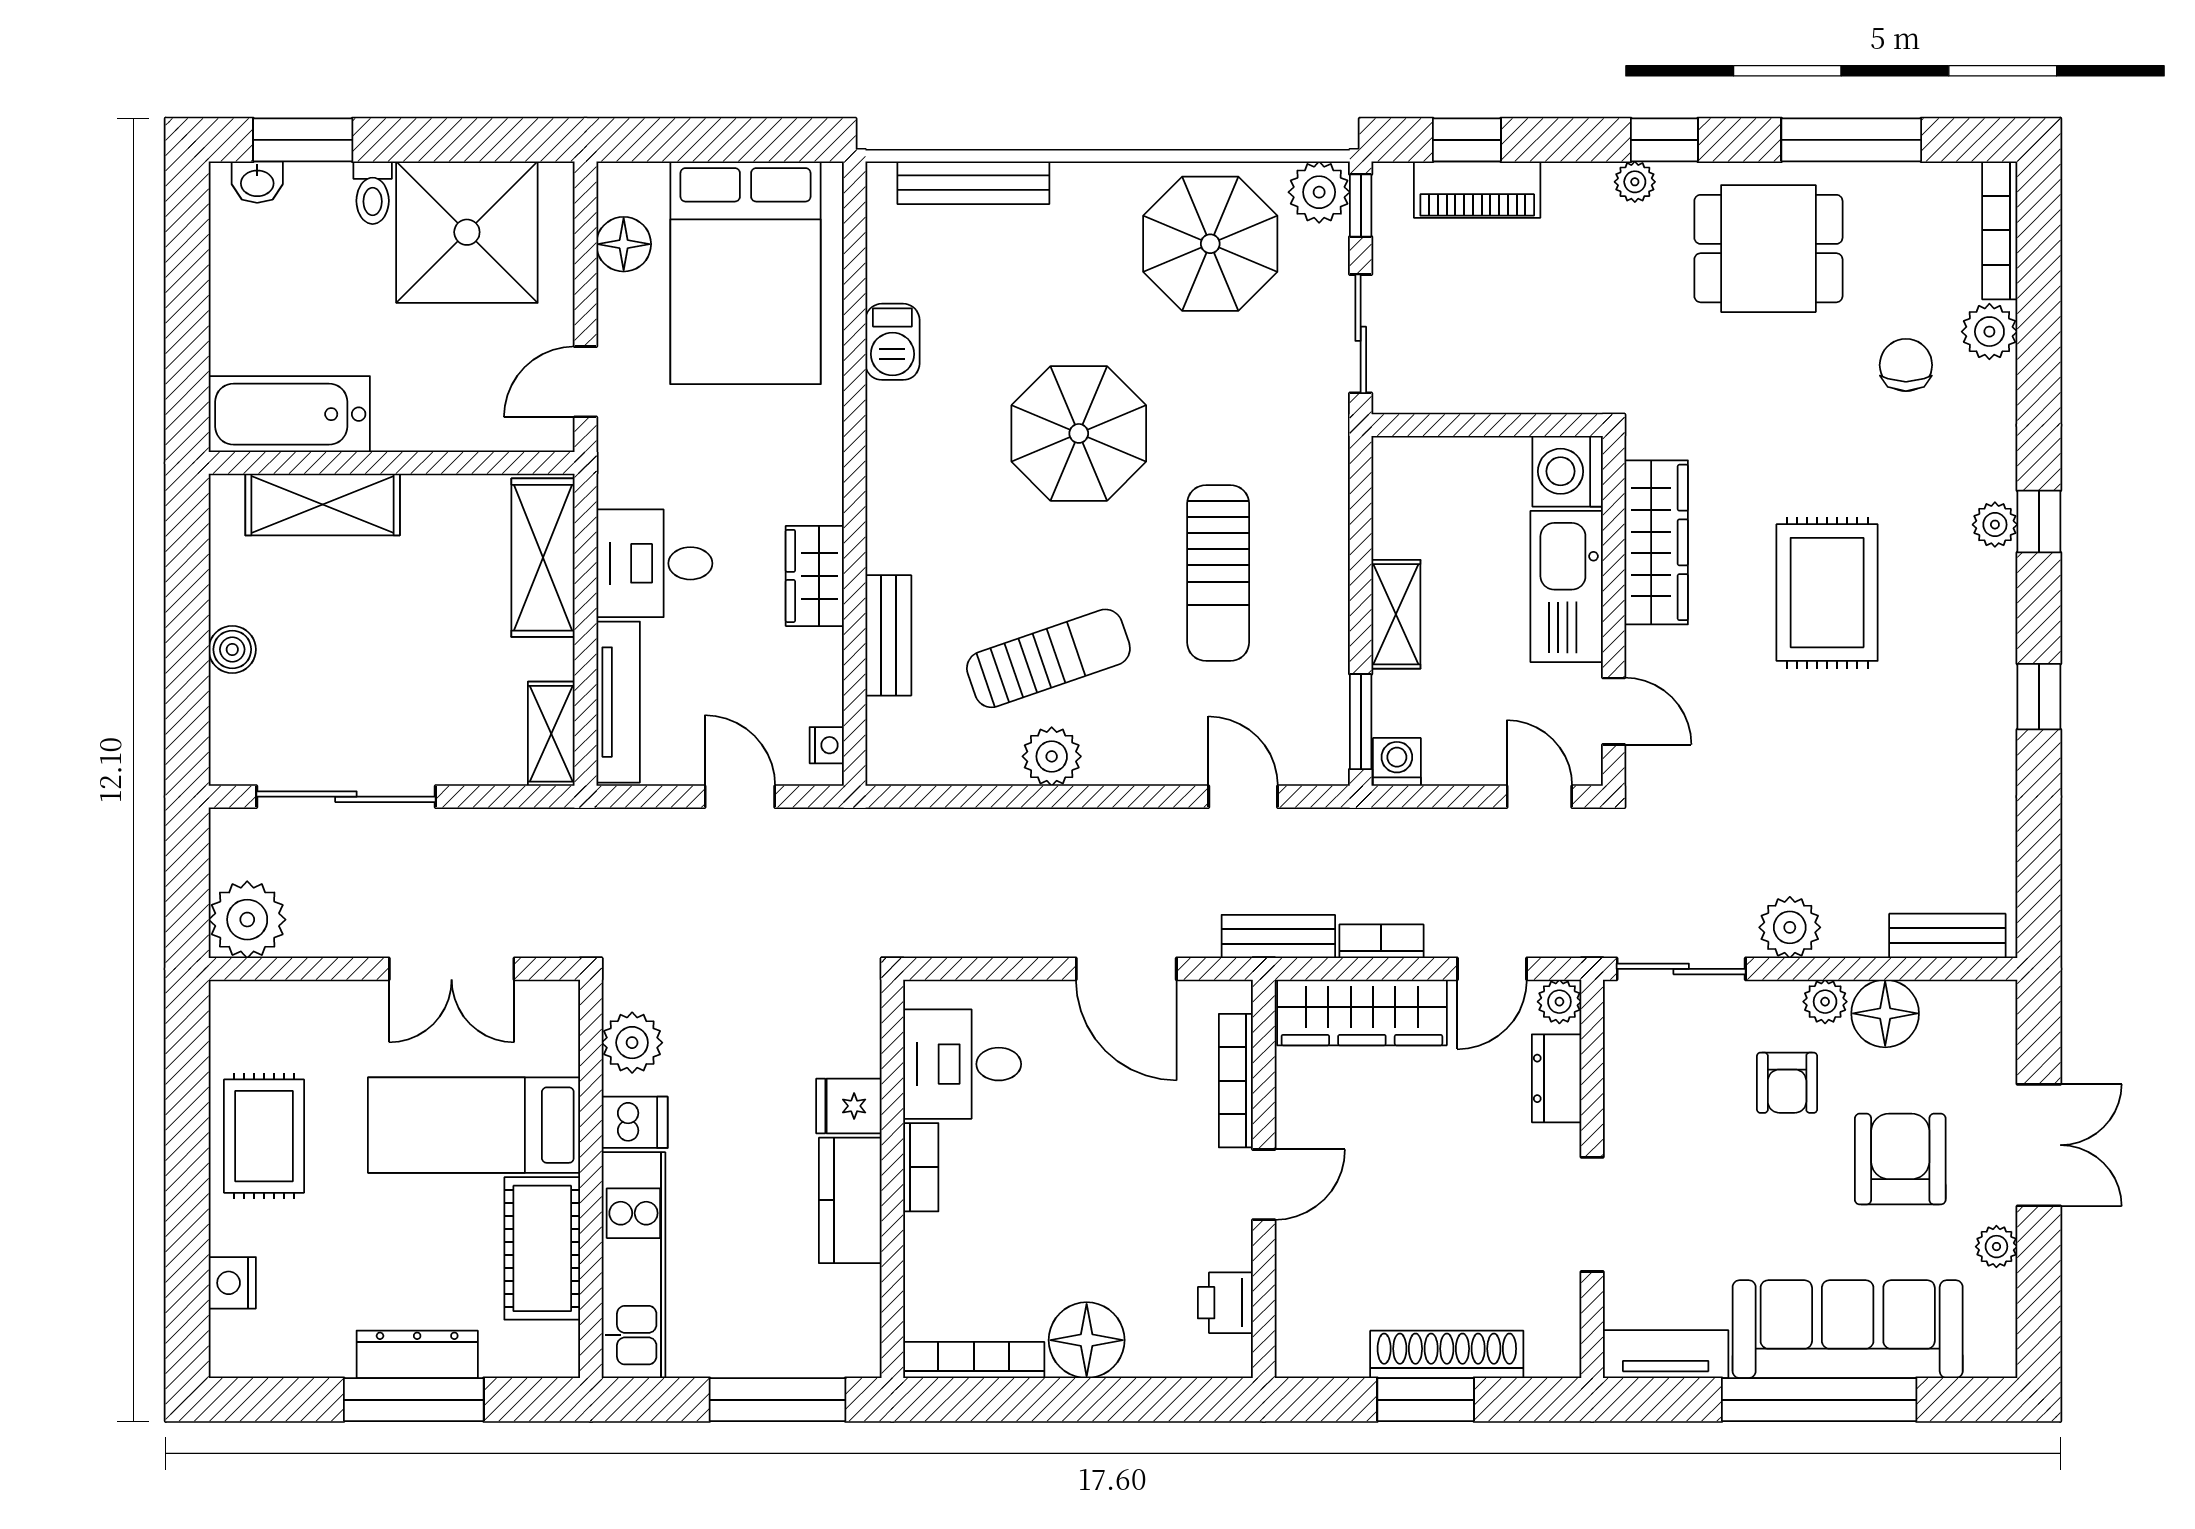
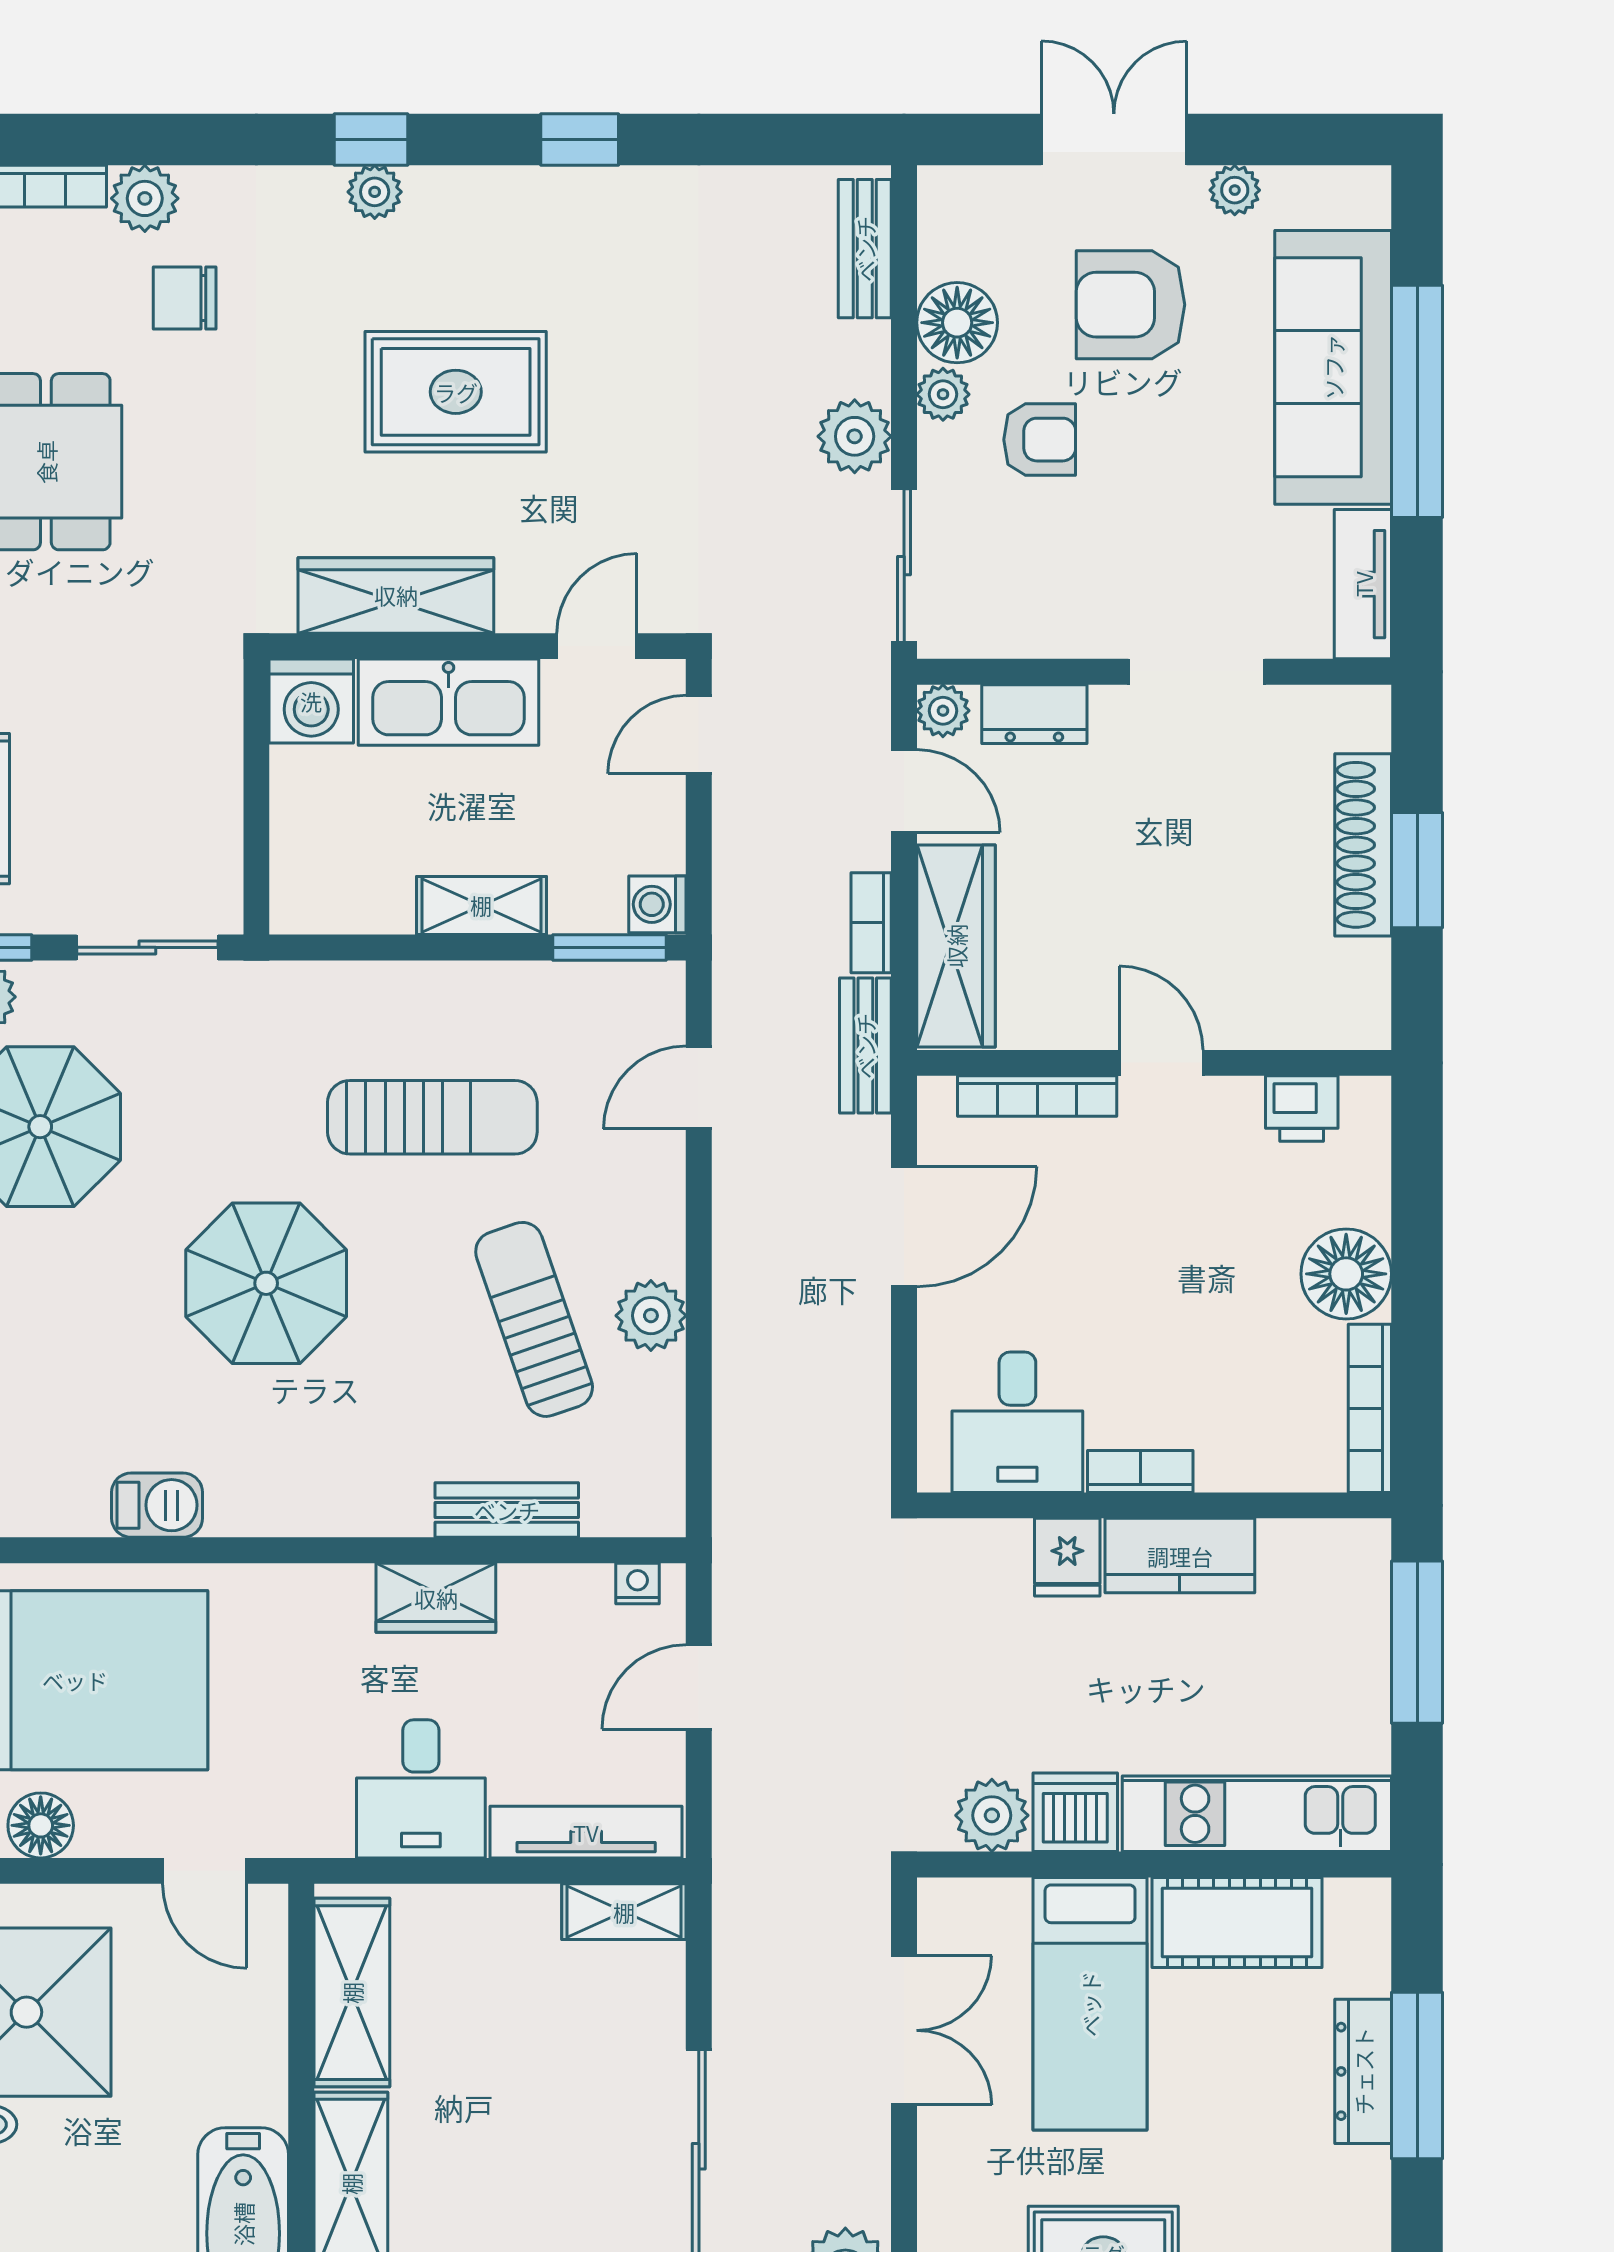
shelving: (543, 558) -> (352, 1993), moved, turned 90
dishwasher: (635, 1122) -> (1075, 1812), width x1.38

